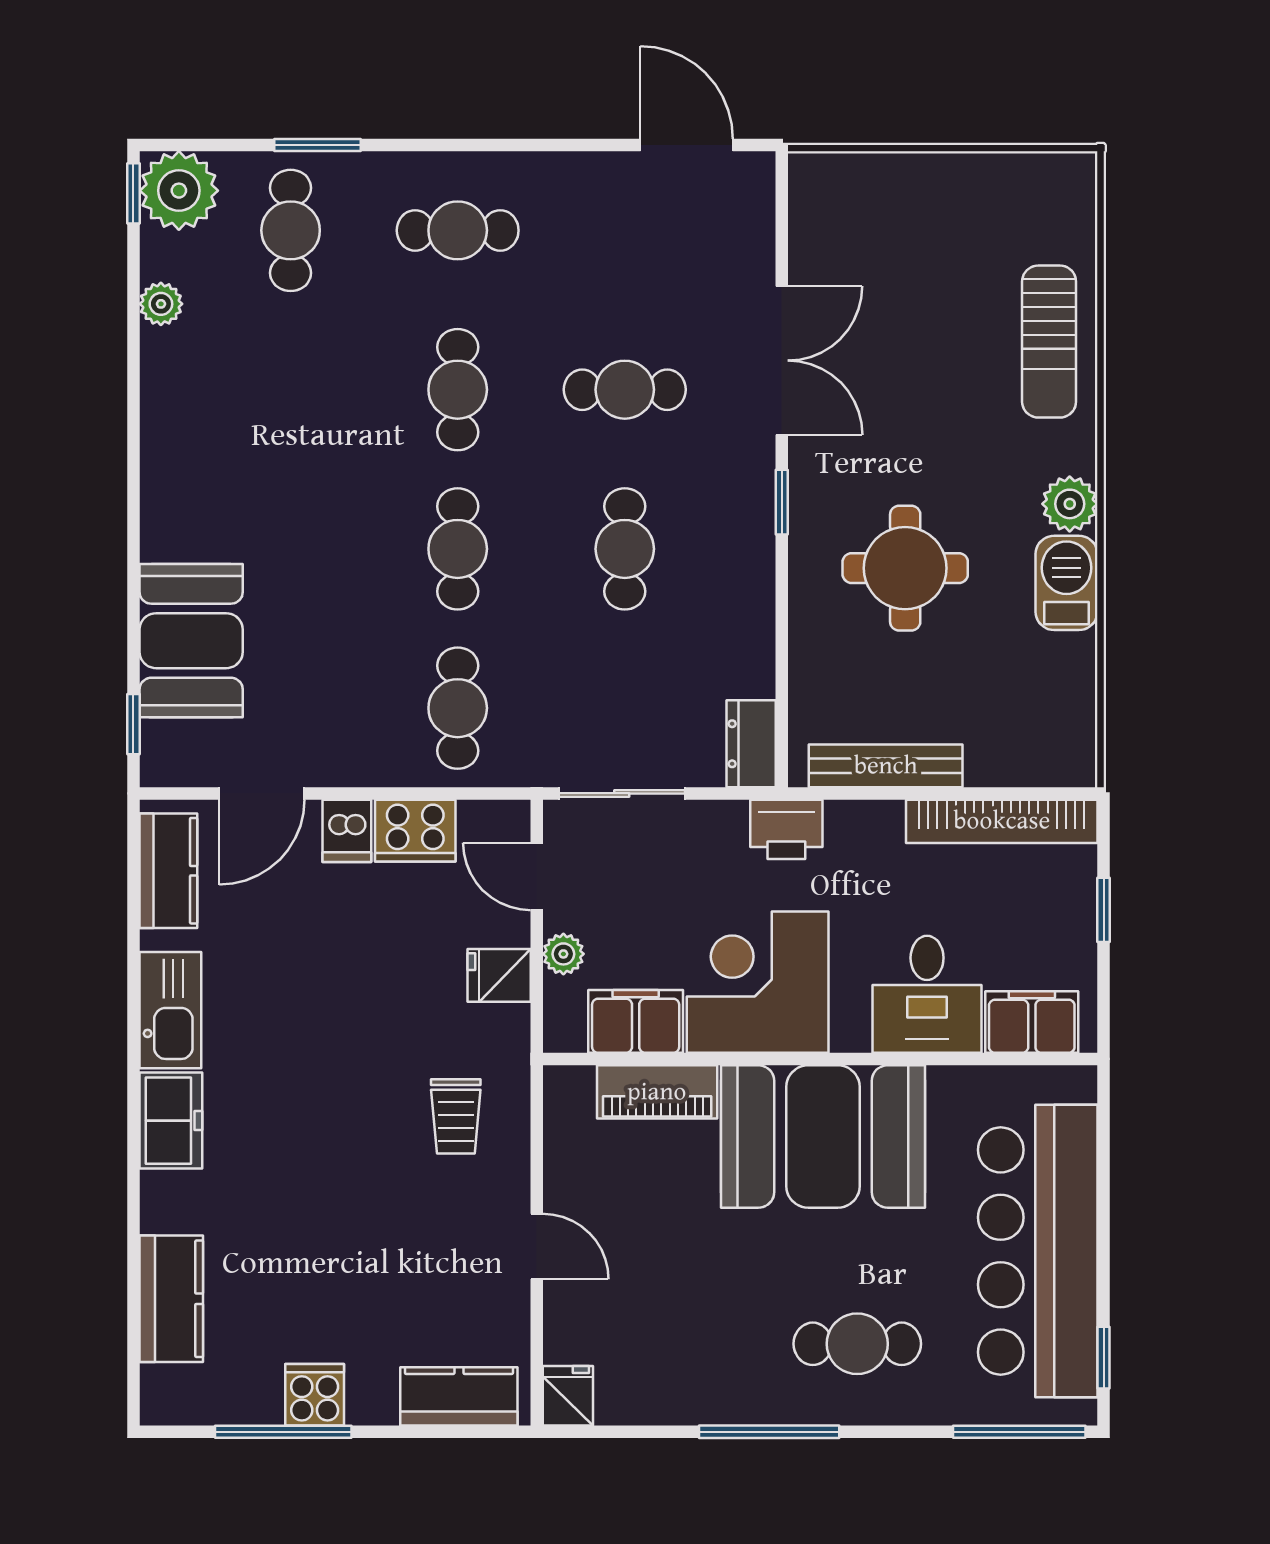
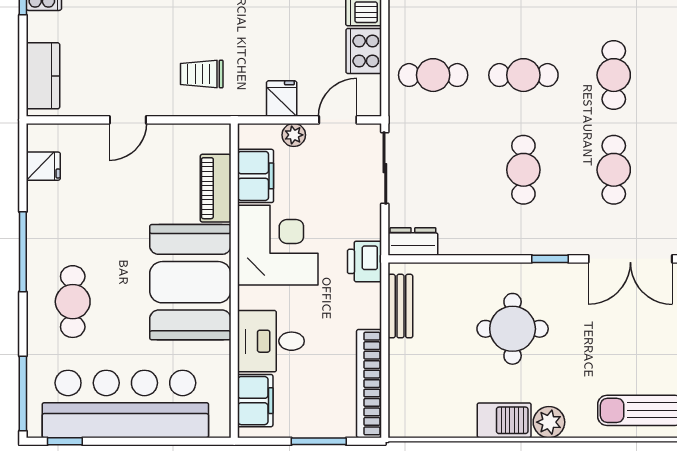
cafe table: (458, 390) -> (614, 75), turned 90
cafe table: (625, 549) -> (523, 170), turned 90
bench: (886, 766) -> (400, 306), width x0.73
window: (1104, 910) -> (319, 441), width x1.50
fridge: (568, 1396) -> (43, 166), moved

